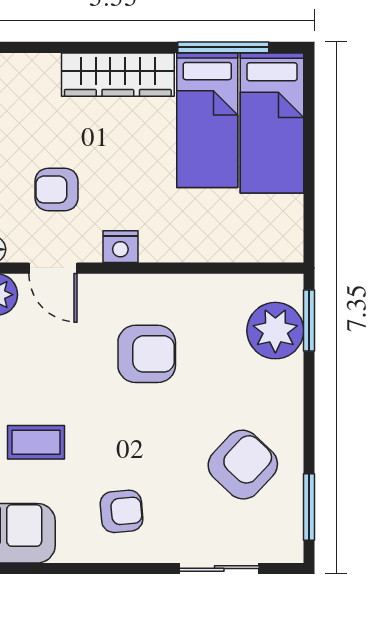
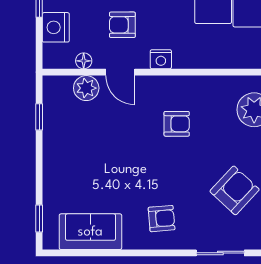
armchair: (147, 354) -> (177, 124), width x0.72, depth x0.72
coffee table: (36, 442) -> (110, 177), removed

